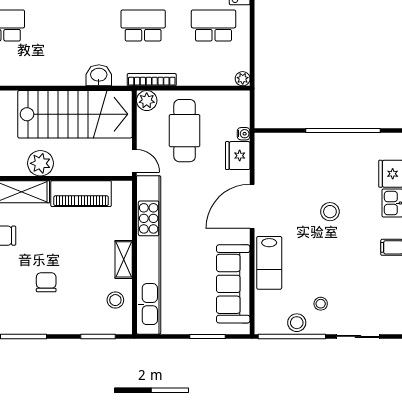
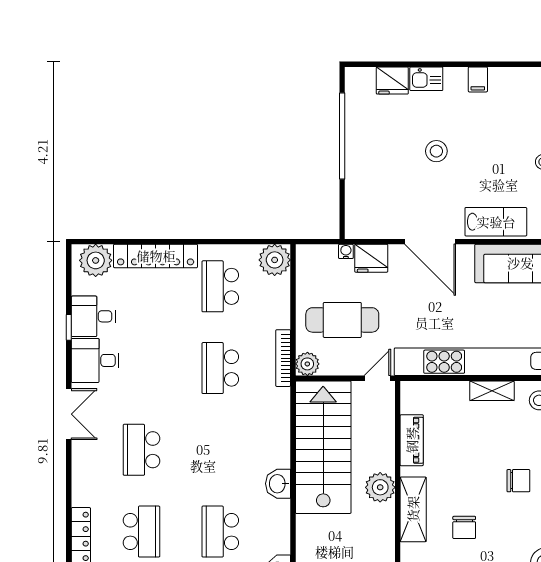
washbasin: (99, 75) -> (278, 484), moved
plant: (243, 79) -> (275, 260), width x1.87, depth x1.87
piano: (81, 194) -> (412, 440), width x0.73, depth x0.75
chair: (46, 282) -> (518, 481), turned 180

